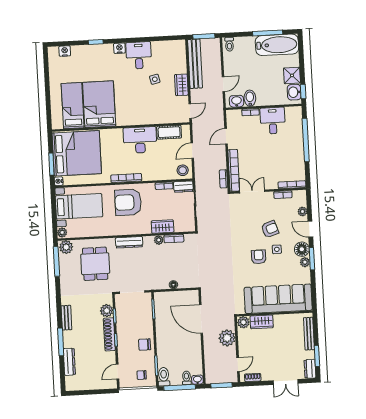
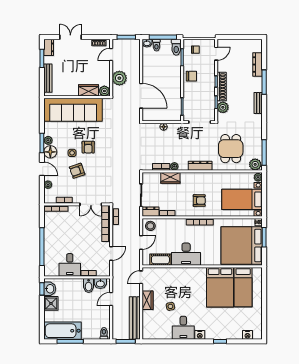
armchair: (128, 202) -> (199, 201), width x0.53, depth x0.53

